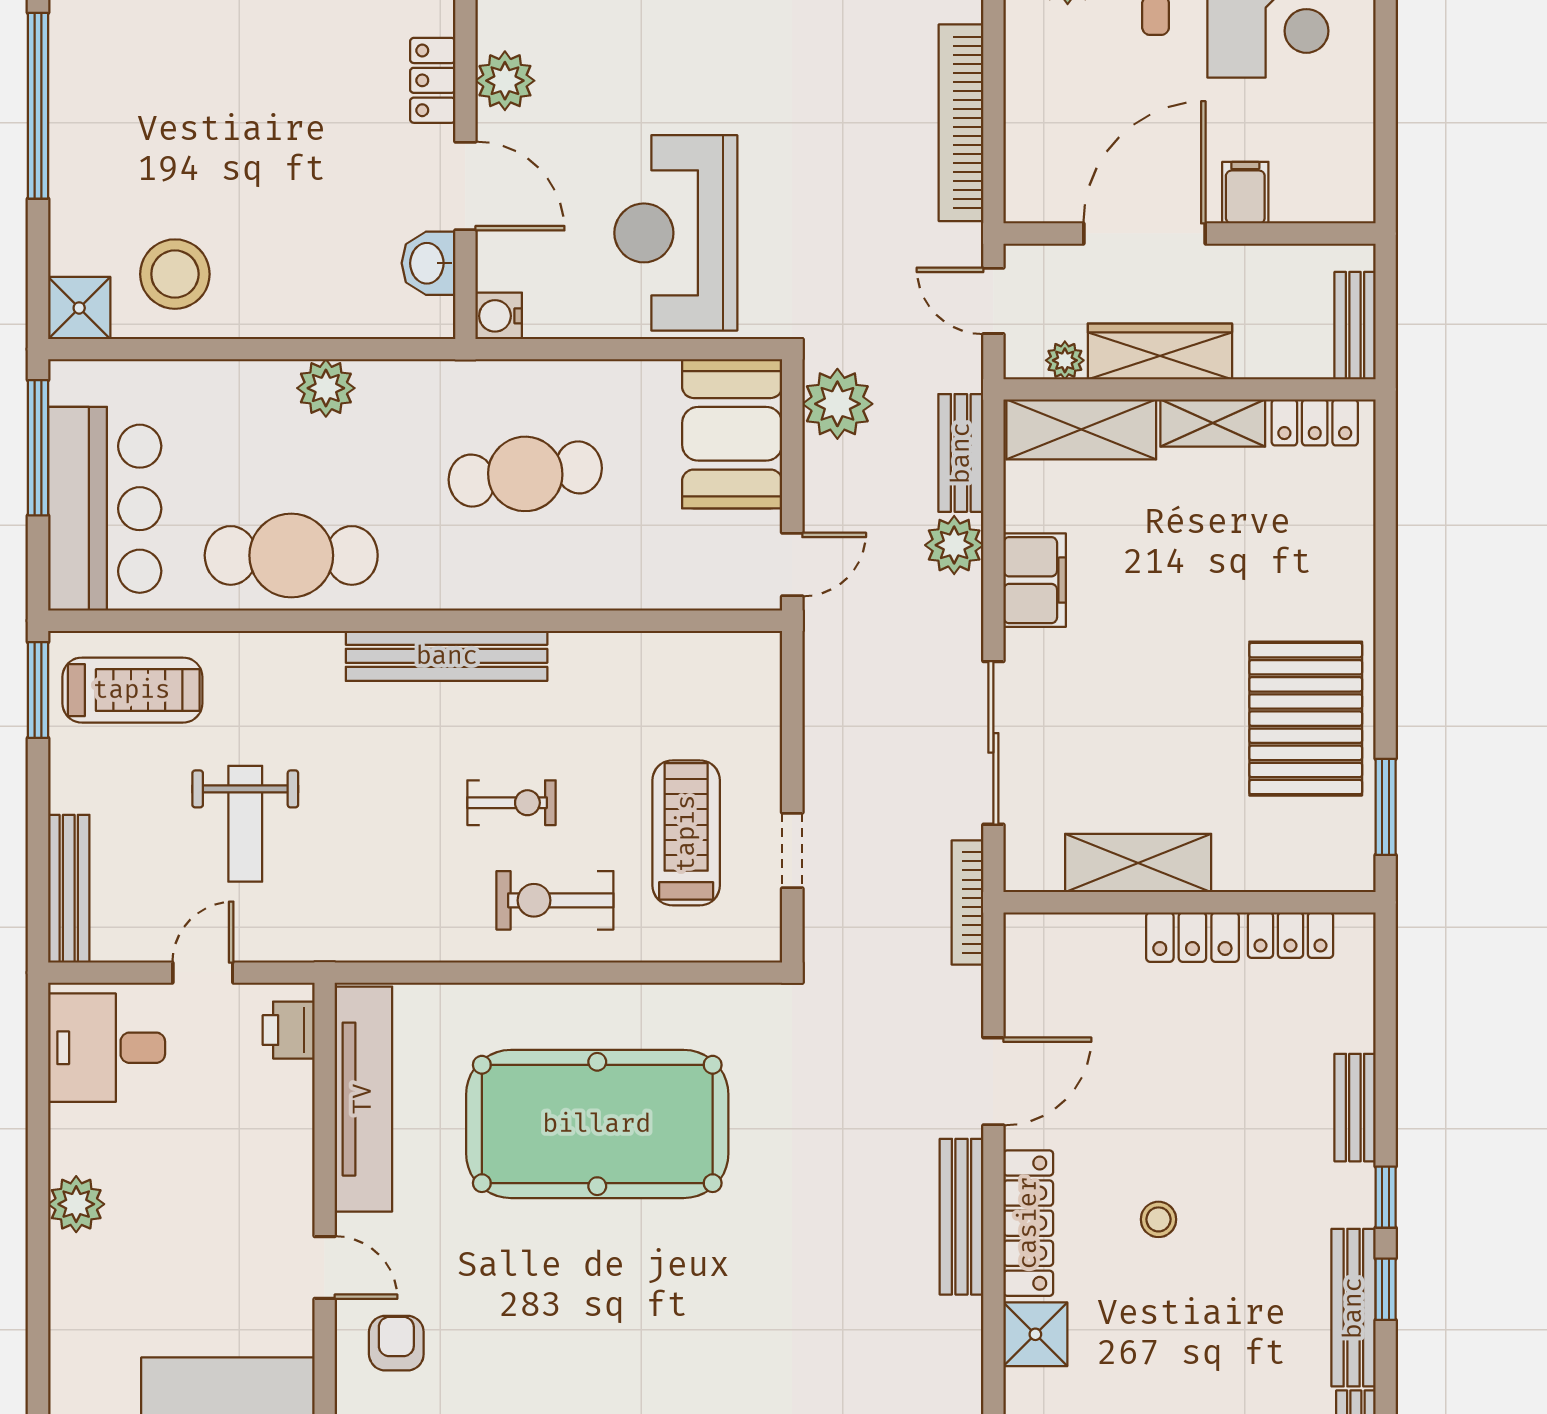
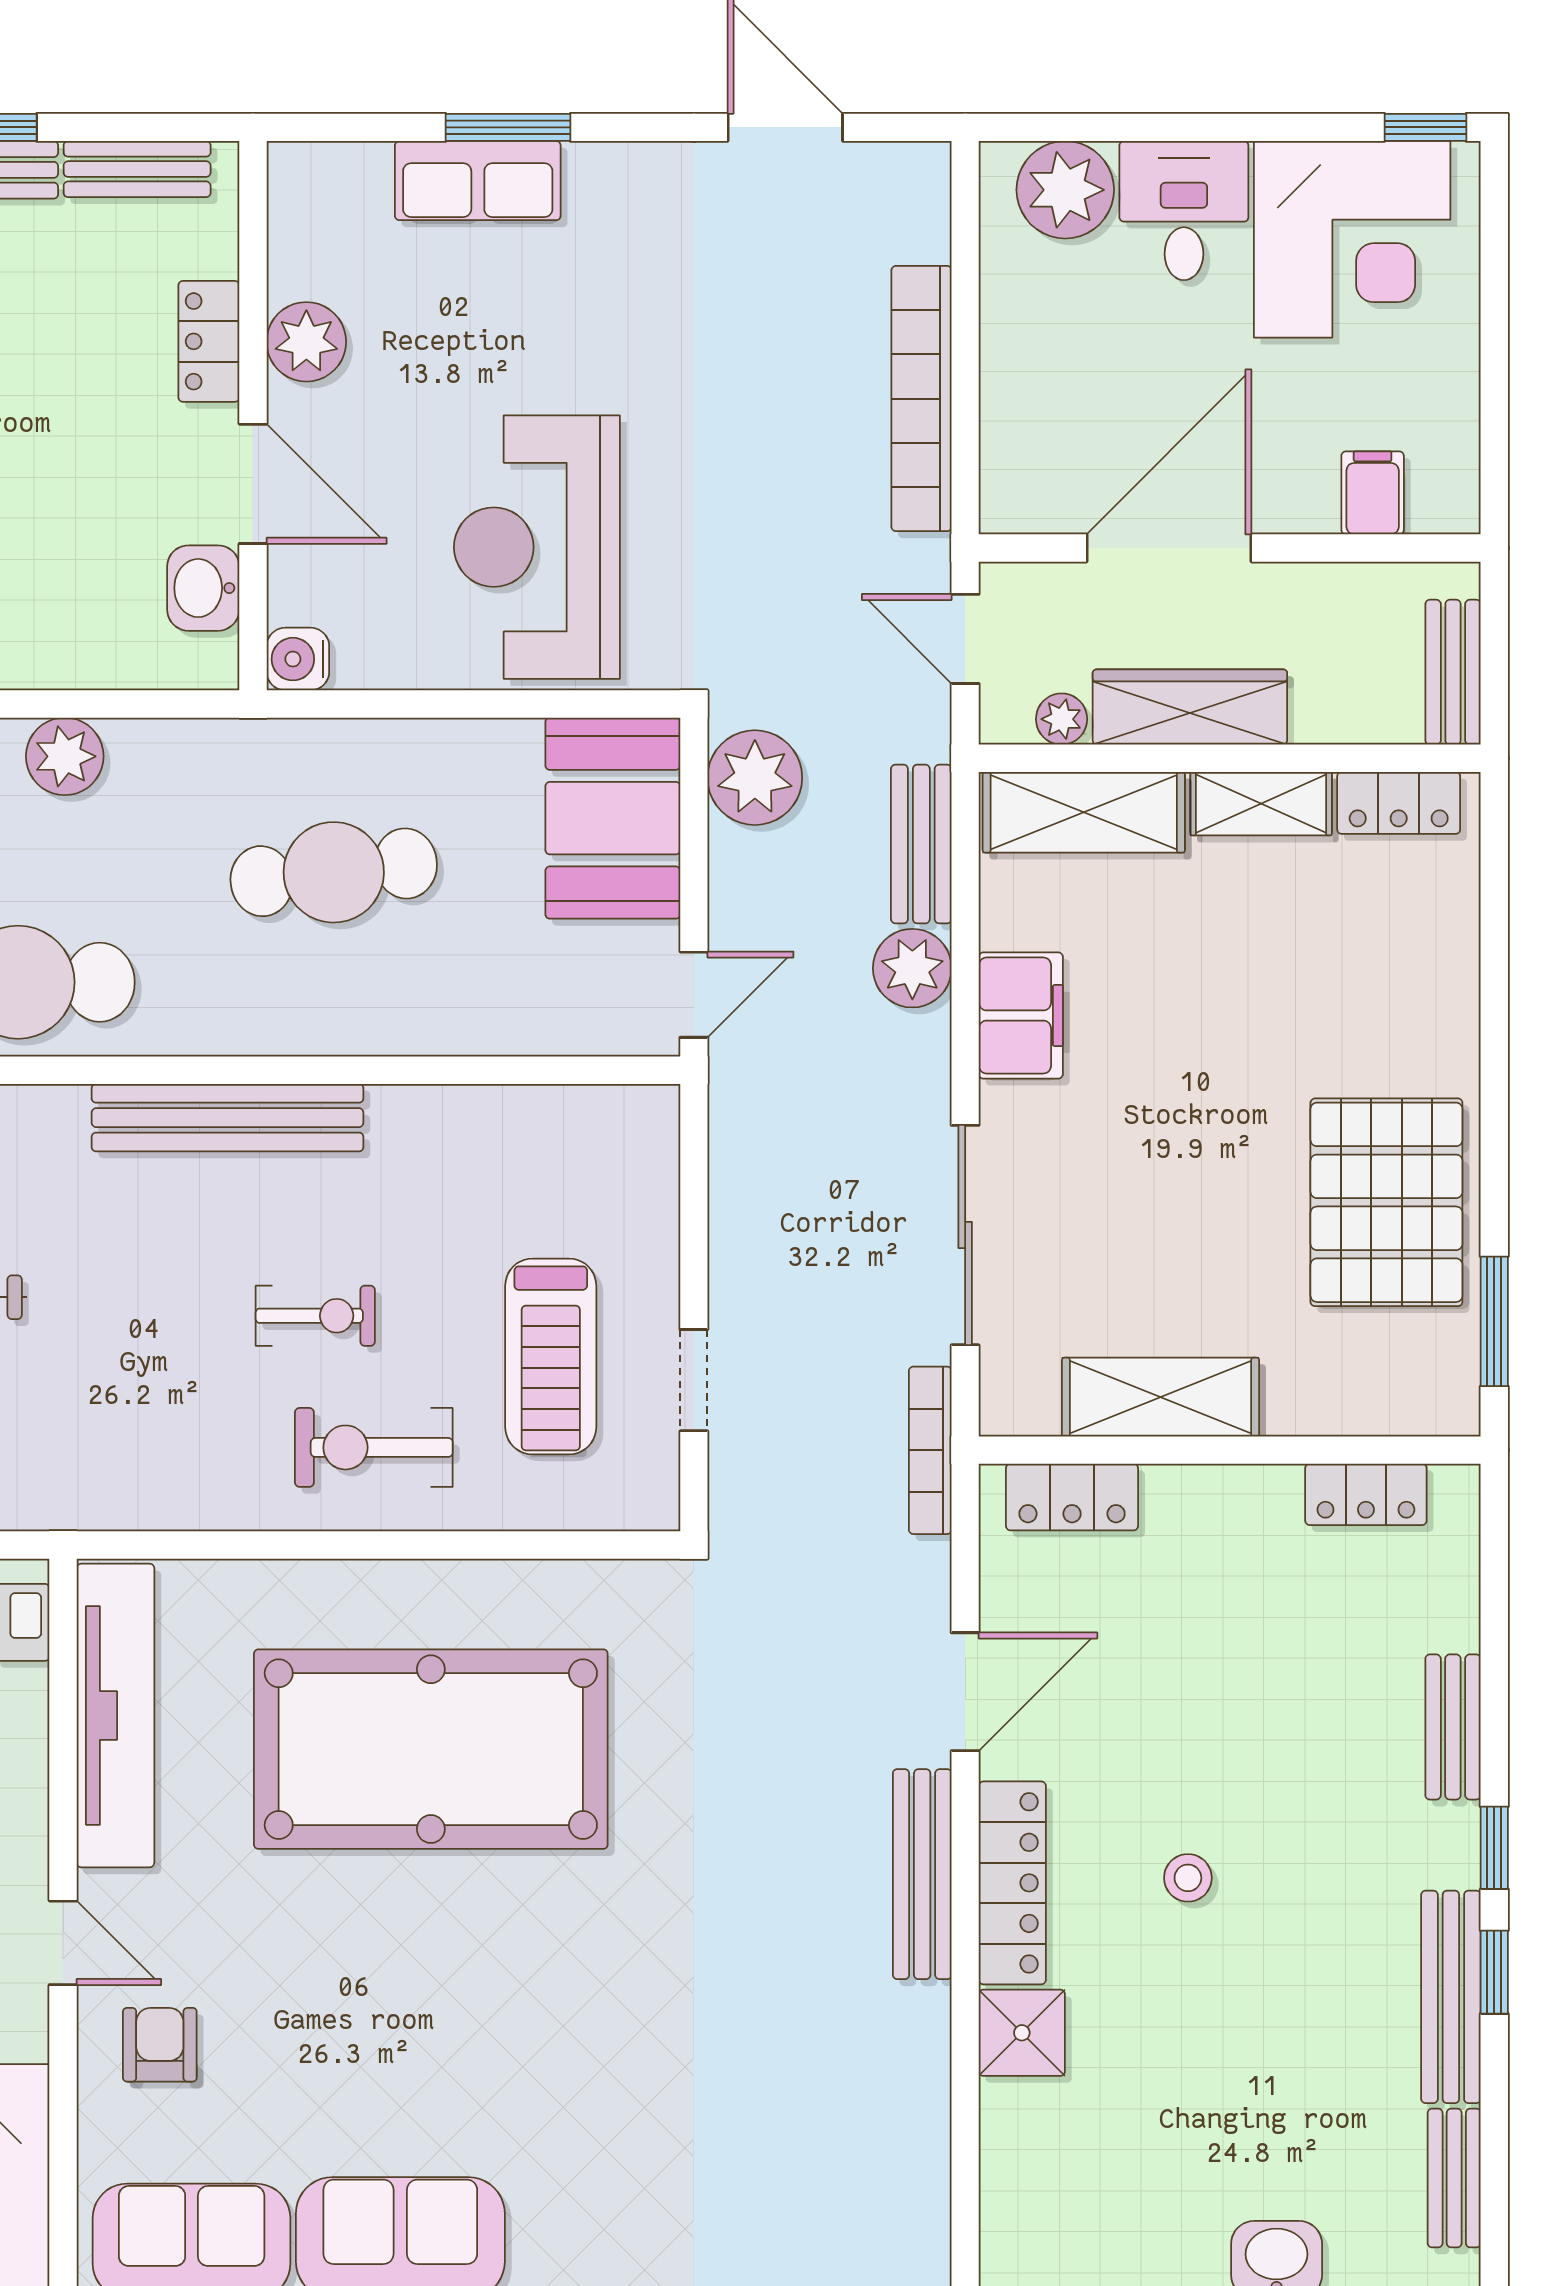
filing cabinet: (1245, 193) -> (1373, 493), moved
treadmill: (686, 833) -> (551, 1356), turned 180
locker: (1192, 937) -> (1072, 1497), moved

